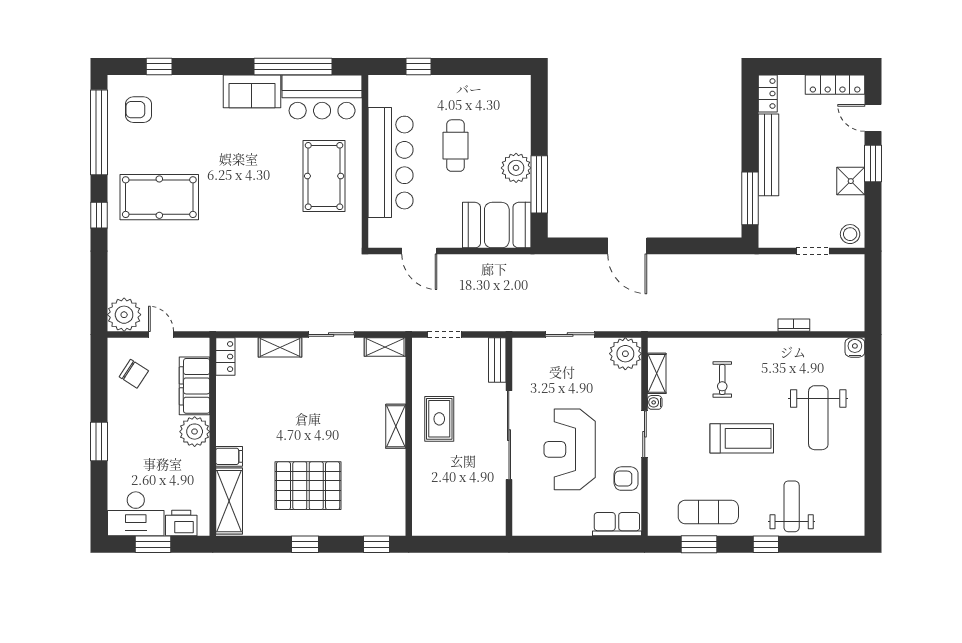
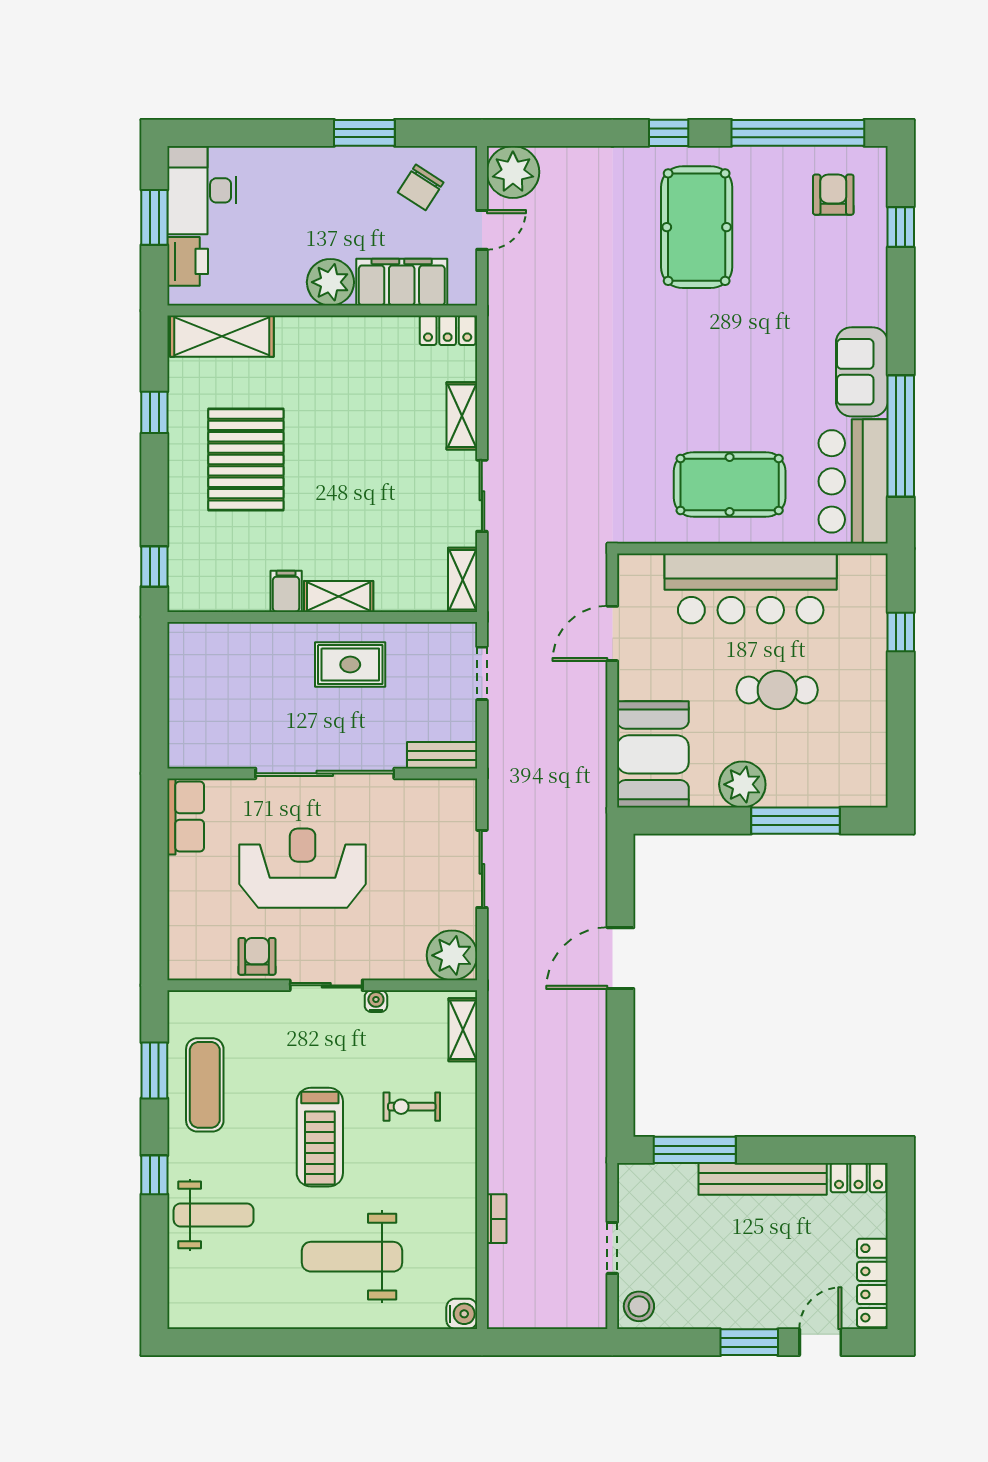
shower: (851, 181) -> (722, 1307), removed
window: (539, 184) -> (796, 821), moved
shelving: (657, 373) -> (463, 1030), moved, turned 90
window: (99, 441) -> (364, 133), moved
filing cabinet: (229, 456) -> (286, 591), moved, turned 180
row of seats: (617, 524) -> (186, 816), moved
window: (305, 544) -> (154, 412), moved

